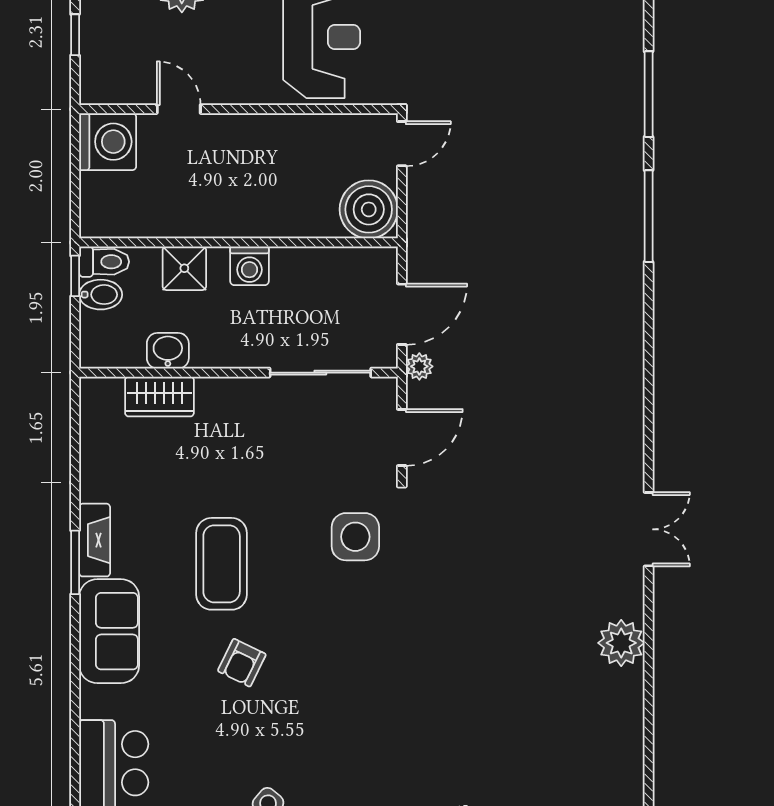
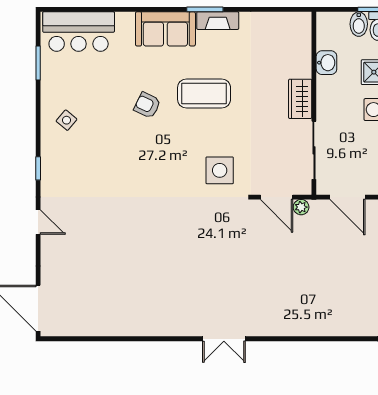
plant: (419, 366) -> (301, 207), moved
wardrobe: (159, 396) -> (300, 99), moved
plant: (621, 643) -> (159, 323), removed

